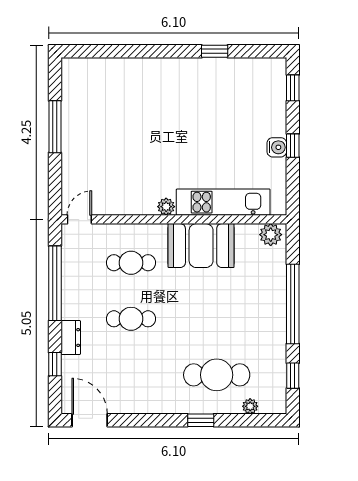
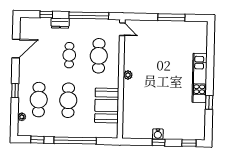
kitchen unit: (223, 202) -> (200, 78), moved, turned 180
plant: (271, 235) -> (112, 130), removed
booth: (201, 246) -> (107, 106), moved
cafe table: (131, 263) -> (99, 56), width x1.37, depth x1.35
cafe table: (217, 319) -> (68, 100), added
door: (90, 420) -> (16, 48), moved

